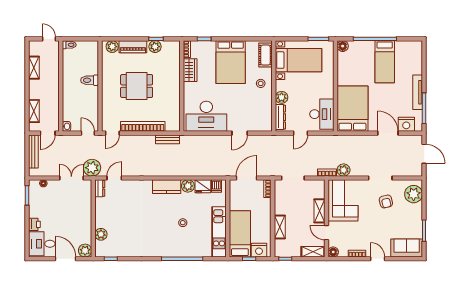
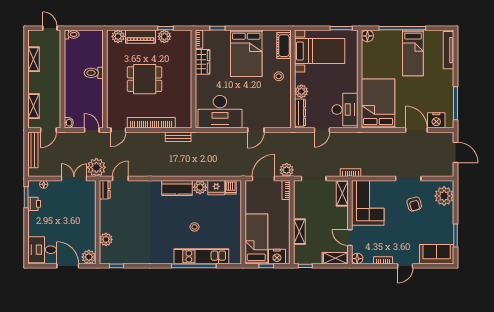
tv unit: (418, 92) -> (449, 50), moved
plant: (344, 170) -> (287, 170), moved
shelving: (319, 211) -> (342, 193), moved
printer: (34, 224) -> (34, 204), moved
kitchen unit: (219, 232) -> (201, 256), moved, turned 90
door: (378, 259) -> (405, 266), swing flipped

